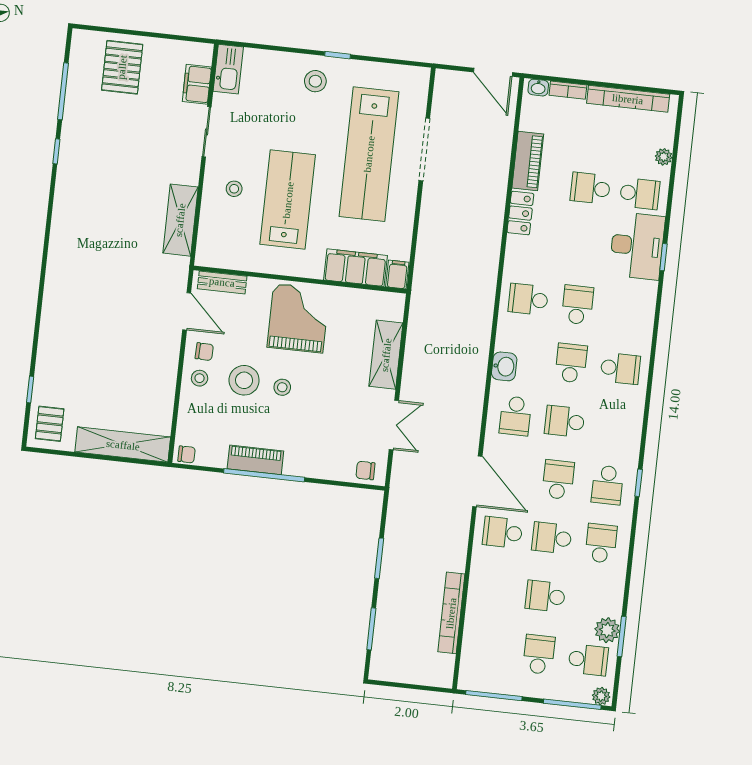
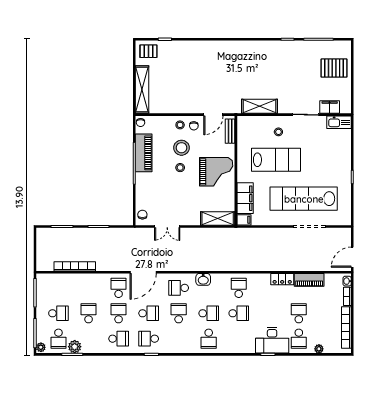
stool: (315, 81) -> (338, 167), removed
shelving: (386, 355) -> (218, 219), moved
piano: (255, 460) -> (144, 153), width x1.37, depth x1.33

